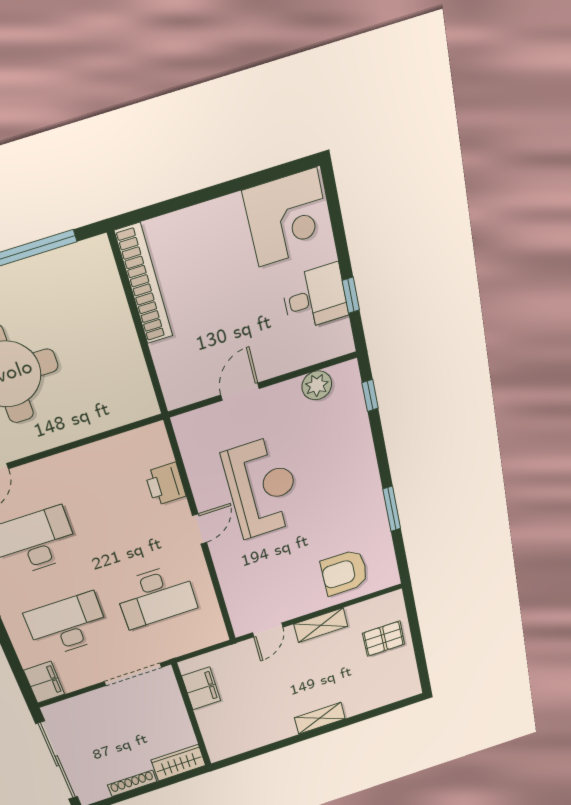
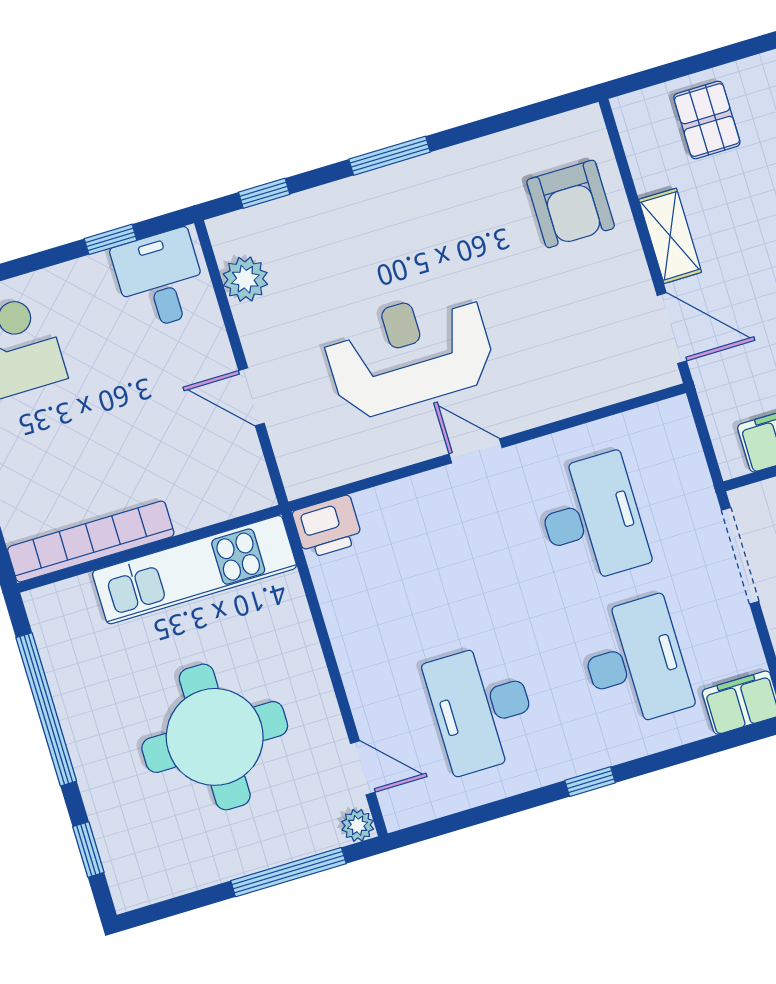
desk: (315, 297) -> (160, 279), moved
kitchen unit: (124, 357) -> (194, 570), added
printer: (165, 484) -> (328, 527), moved
window: (392, 509) -> (390, 156), moved
desk: (67, 625) -> (635, 662), turned 180
door: (268, 630) -> (672, 328), width x1.38

